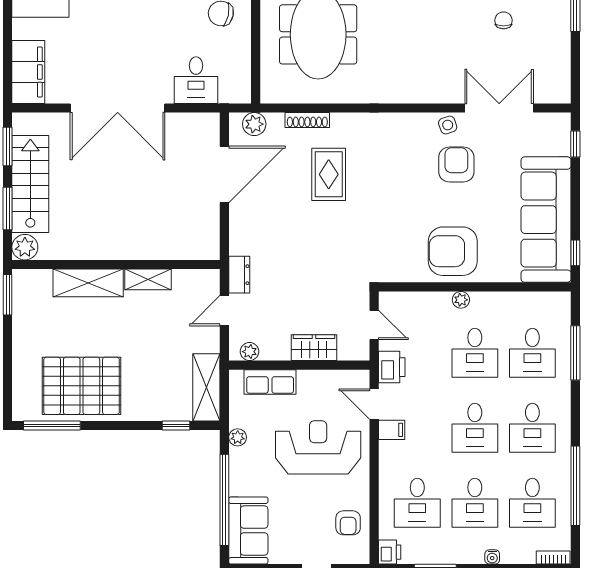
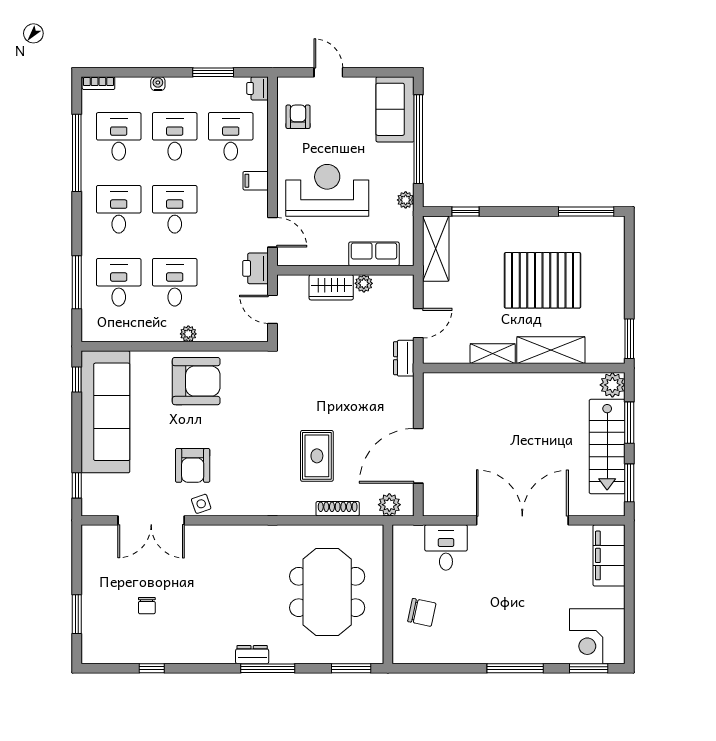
plant: (250, 352) -> (364, 283), moved
pallet: (82, 386) -> (543, 280), moved
filing cabinet: (392, 430) -> (256, 181), moved
reception desk: (318, 447) -> (327, 190), turned 180

